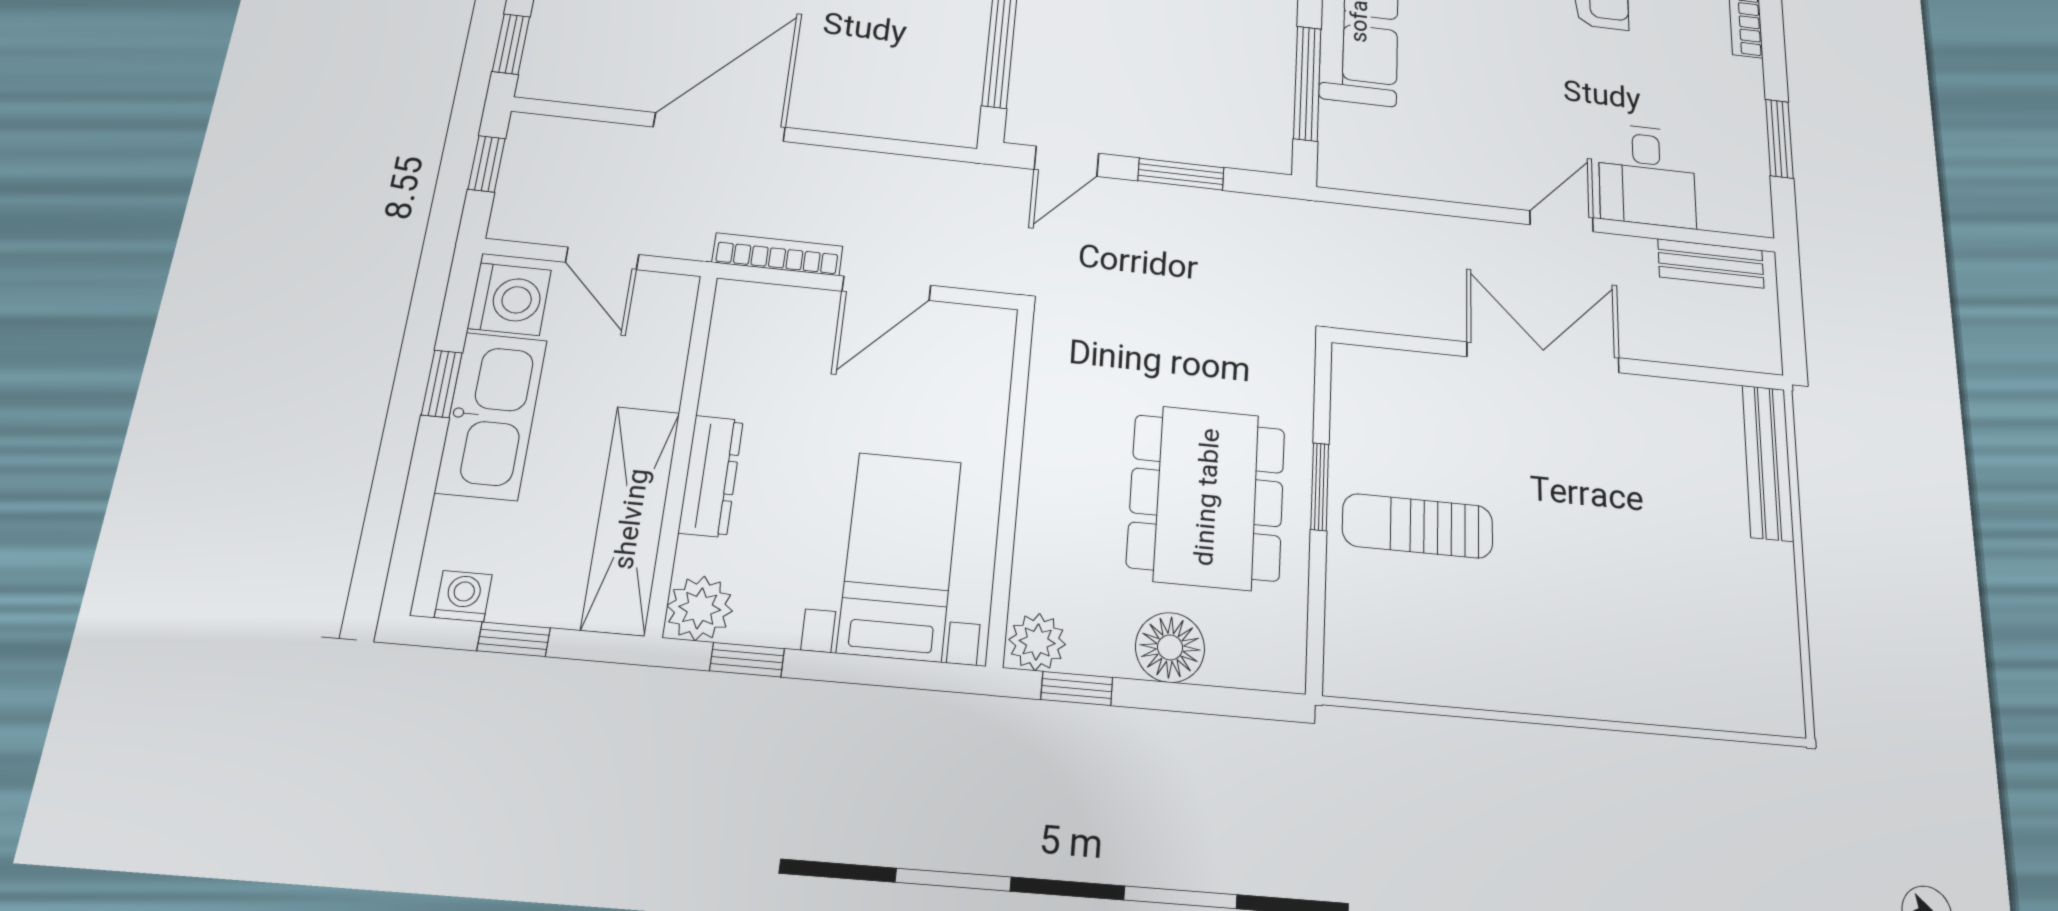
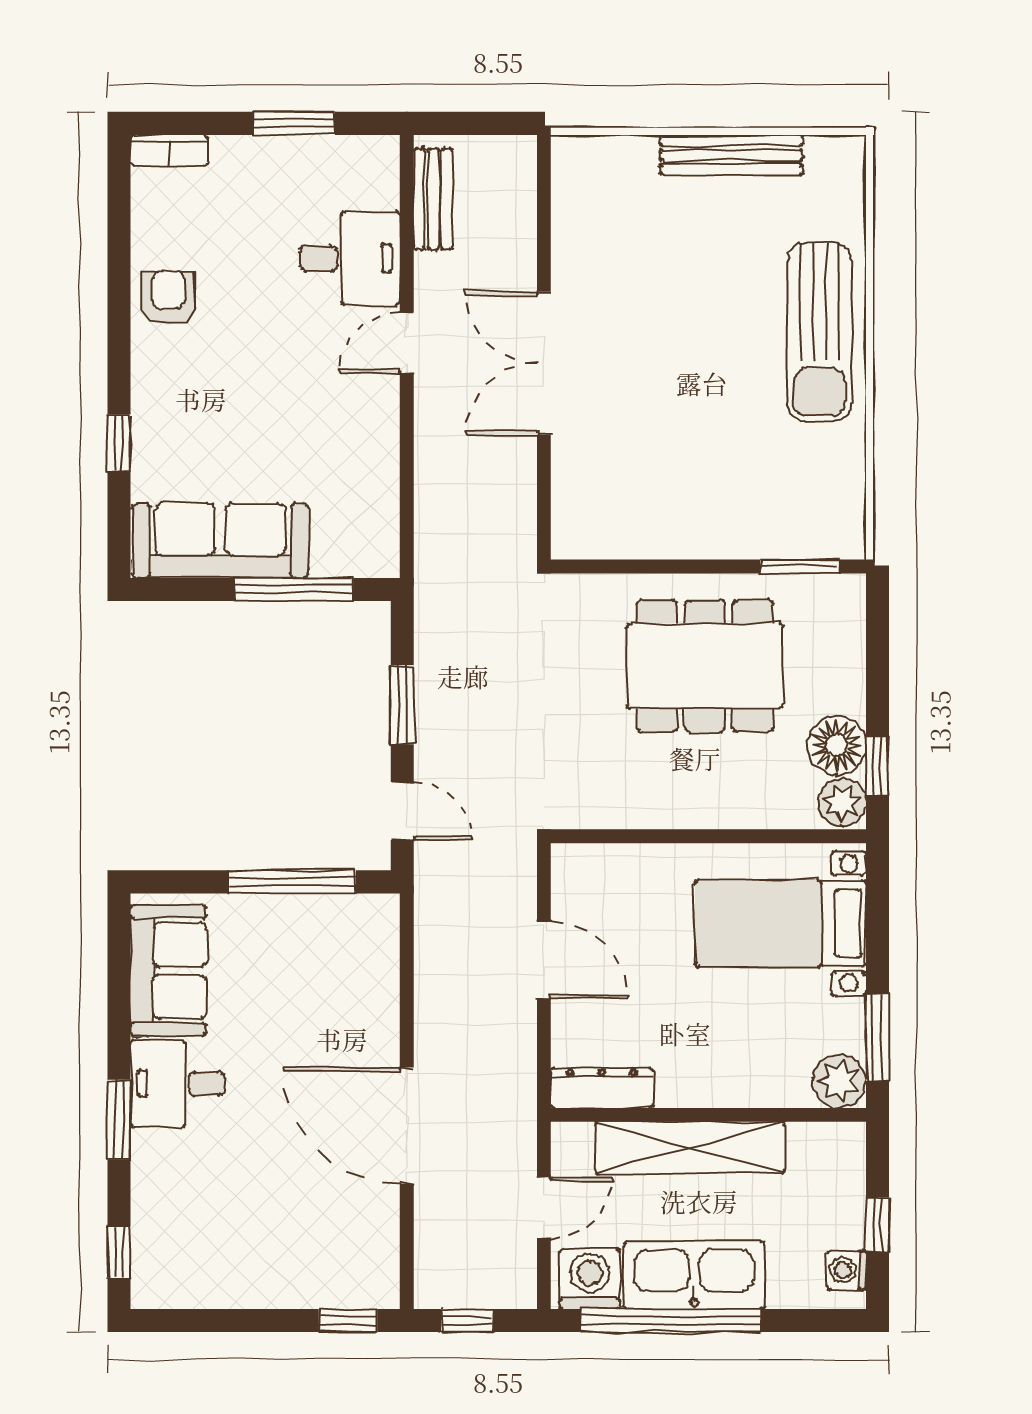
door: (1562, 221) -> (407, 343), hinge flipped
bookcase: (778, 254) -> (523, 1059), removed
window: (442, 384) -> (671, 1321), width x3.17
bench: (1768, 463) -> (731, 155), moved
dresser: (711, 476) -> (602, 1088), moved
window: (1320, 487) -> (800, 567), moved
shelving: (631, 519) -> (690, 1148), moved
sun lounger: (1418, 526) -> (819, 332), moved, width x1.36, depth x1.34
floor lamp: (1170, 647) -> (837, 745), moved
window: (747, 660) -> (877, 1037), width x1.50

